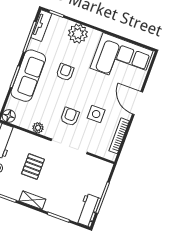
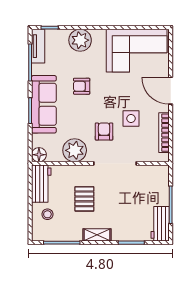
armchair: (65, 72) -> (82, 86), turned -90
plant: (38, 128) -> (75, 150), width x1.88, depth x1.88

